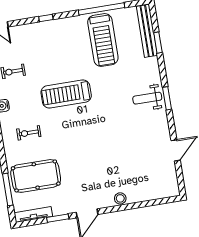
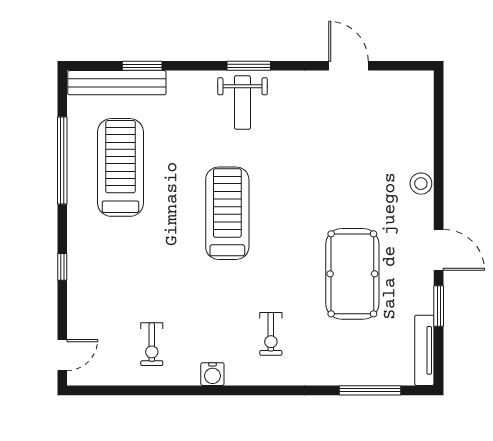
treadmill: (103, 40) -> (120, 167), turned -90
treadmill: (66, 94) -> (227, 213), moved, turned 180
pool table: (36, 176) -> (352, 274), moved

